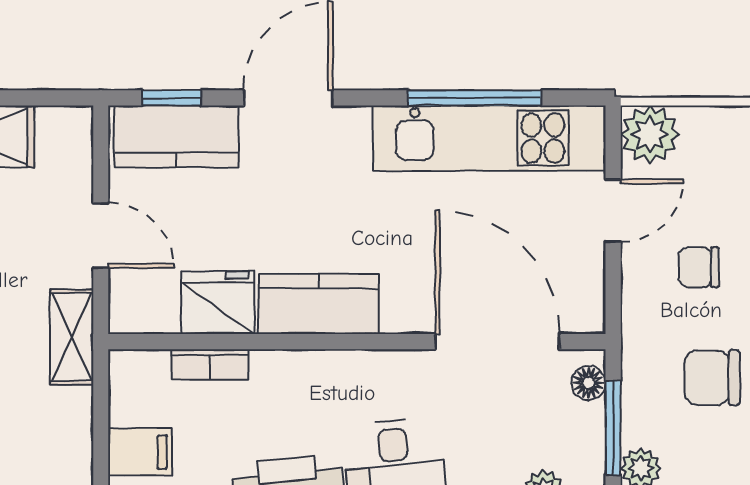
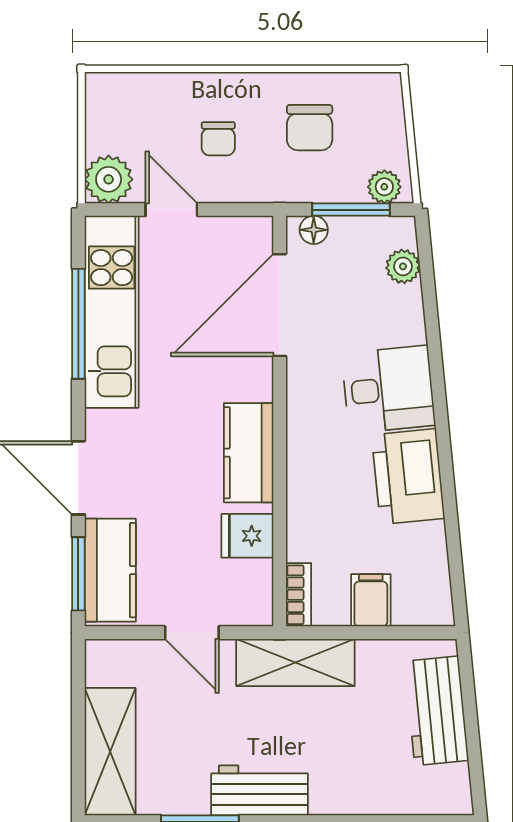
window: (172, 98) -> (78, 574), width x1.50
door: (101, 235) -> (192, 633), swing flipped
fridge: (218, 303) -> (247, 536), width x0.72
shelving: (72, 337) -> (295, 662), width x1.50, depth x1.33
bookcase: (210, 364) -> (298, 595), moved

